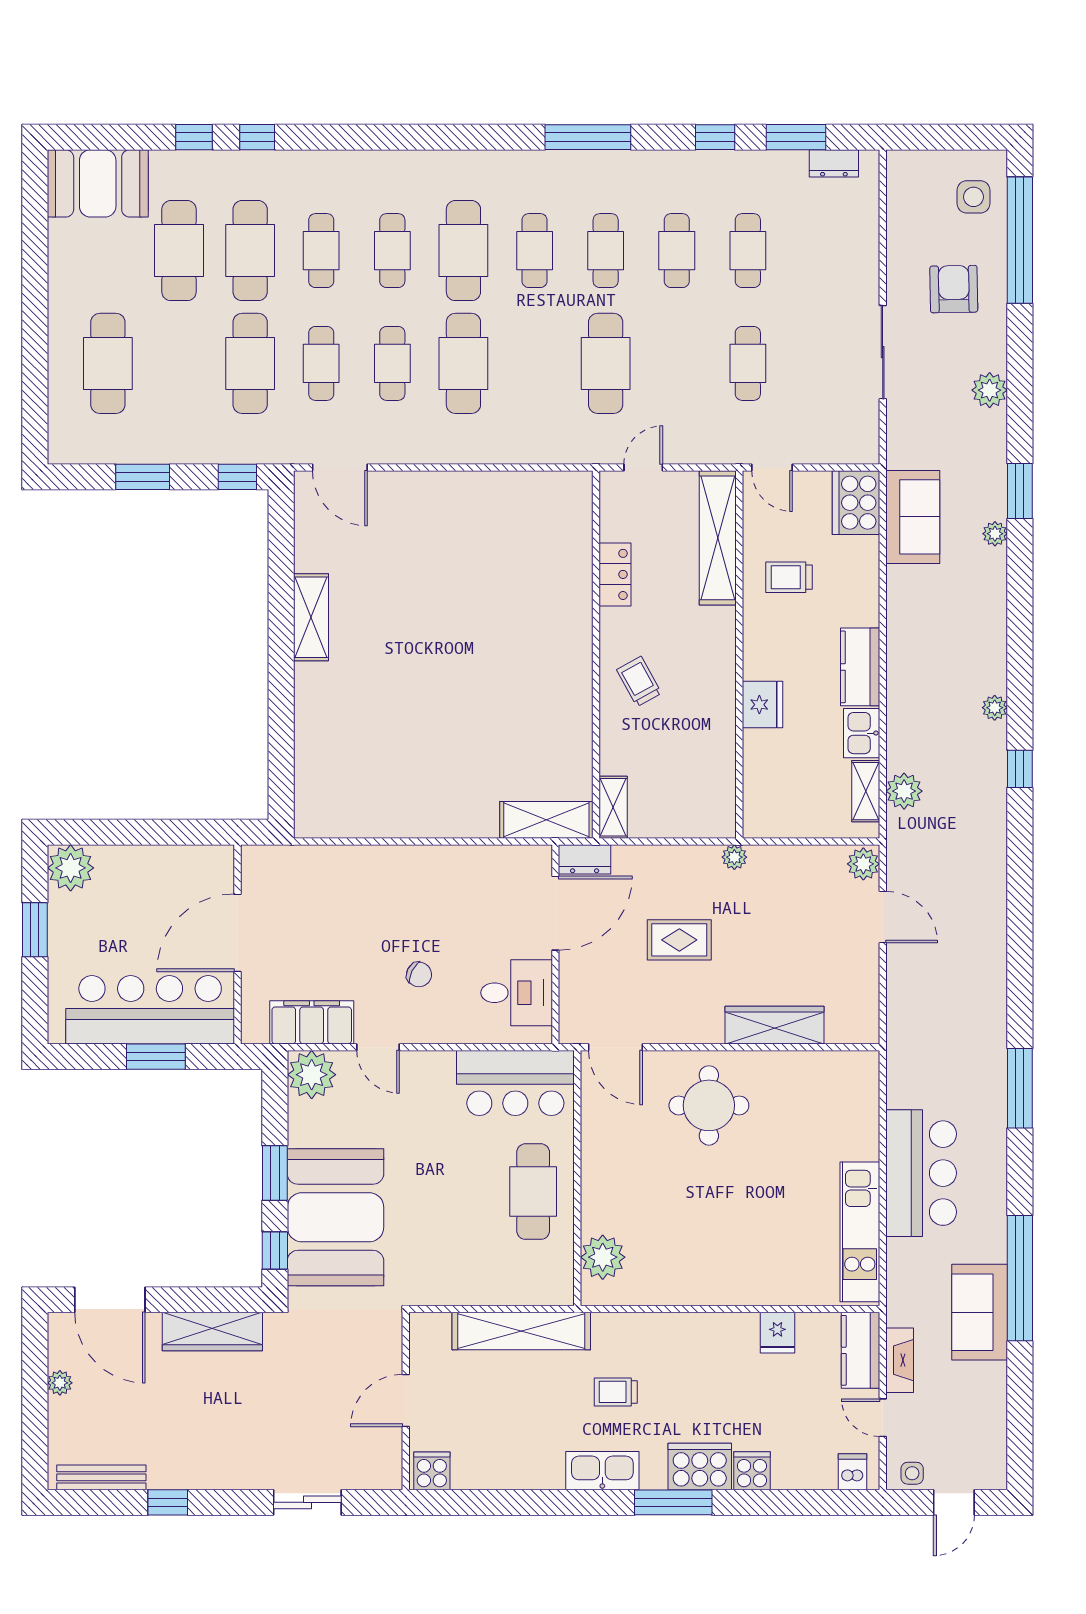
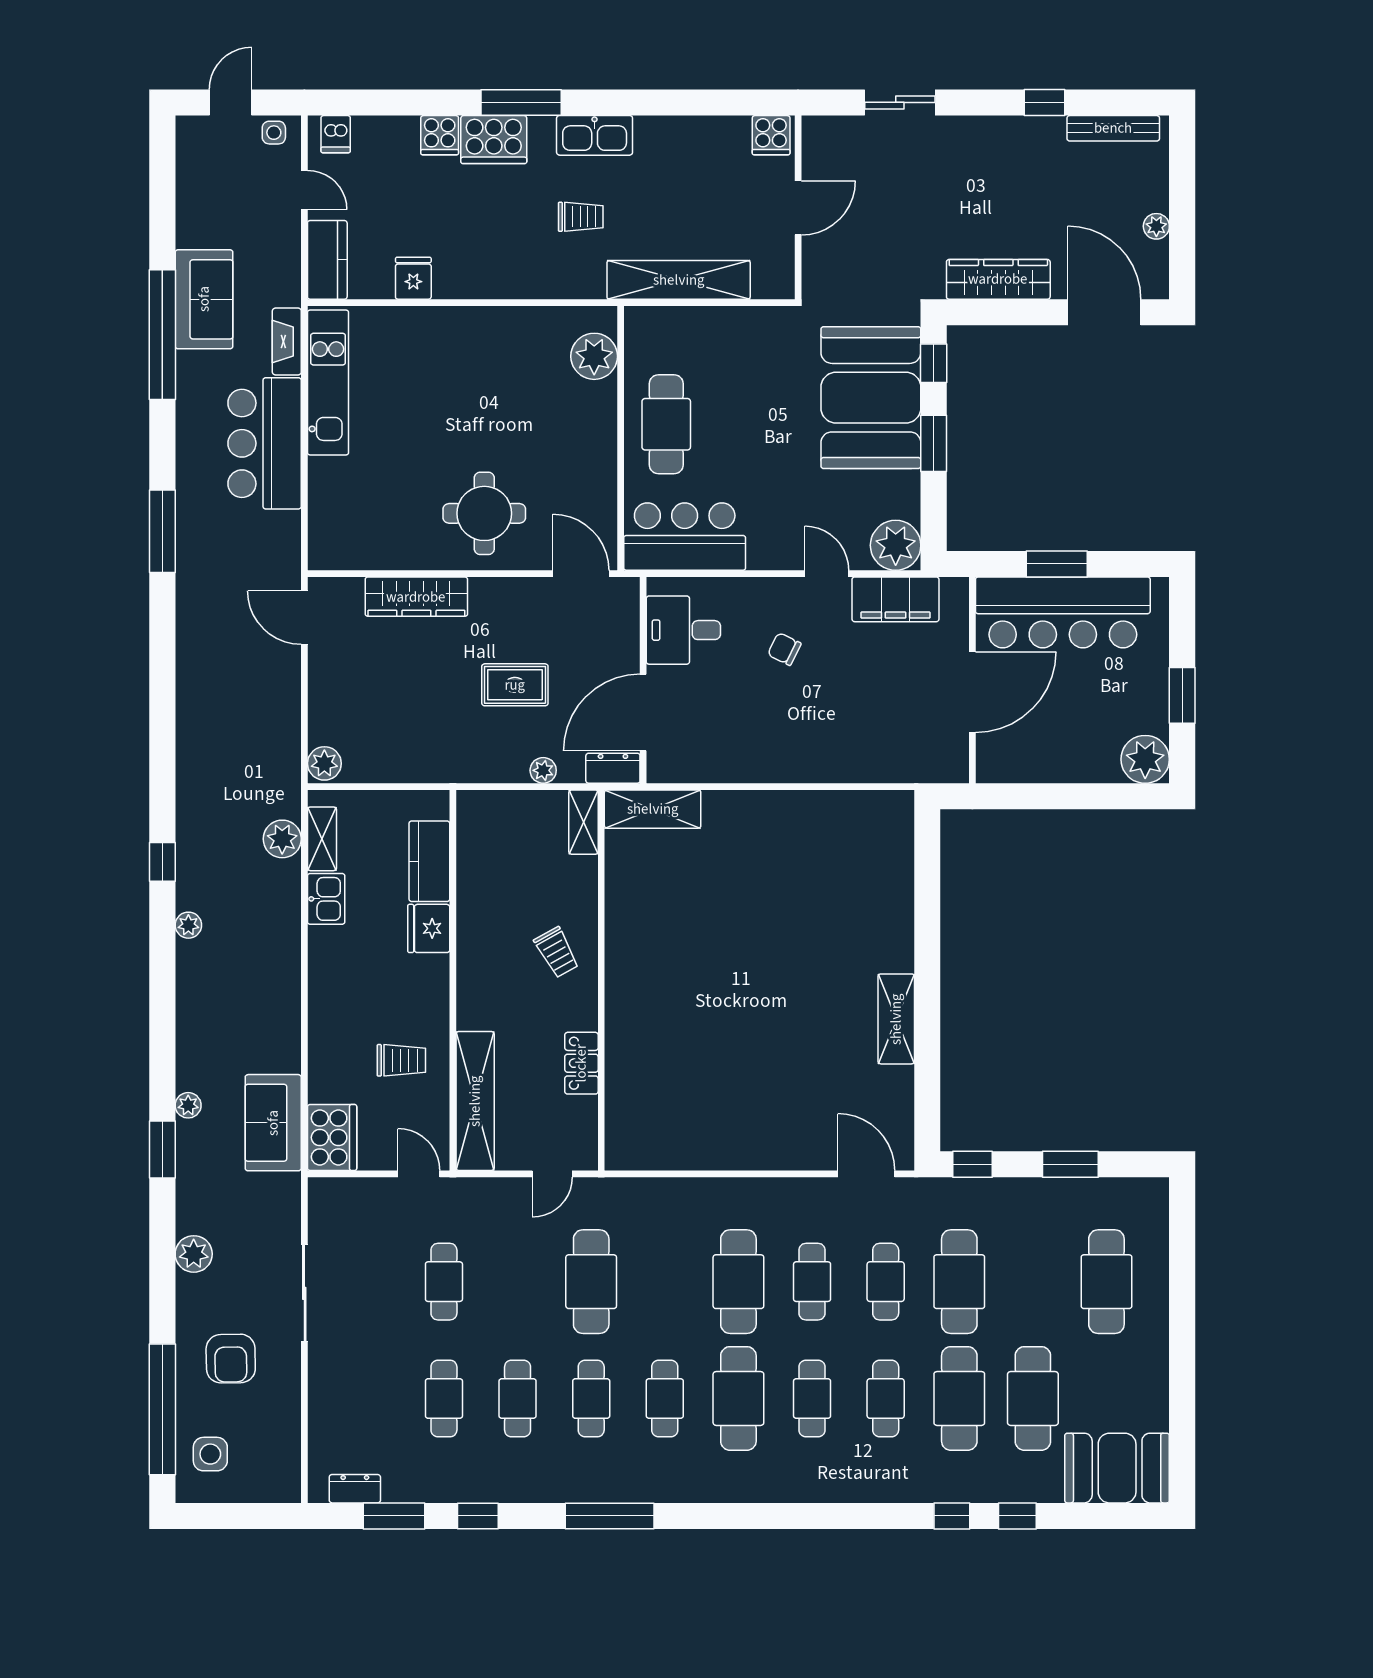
kitchen counter: (860, 667) -> (429, 861), moved, turned 180
plant: (734, 857) -> (543, 770), moved
door: (883, 917) -> (304, 618), moved
fireplace: (900, 1360) -> (287, 341), moved

